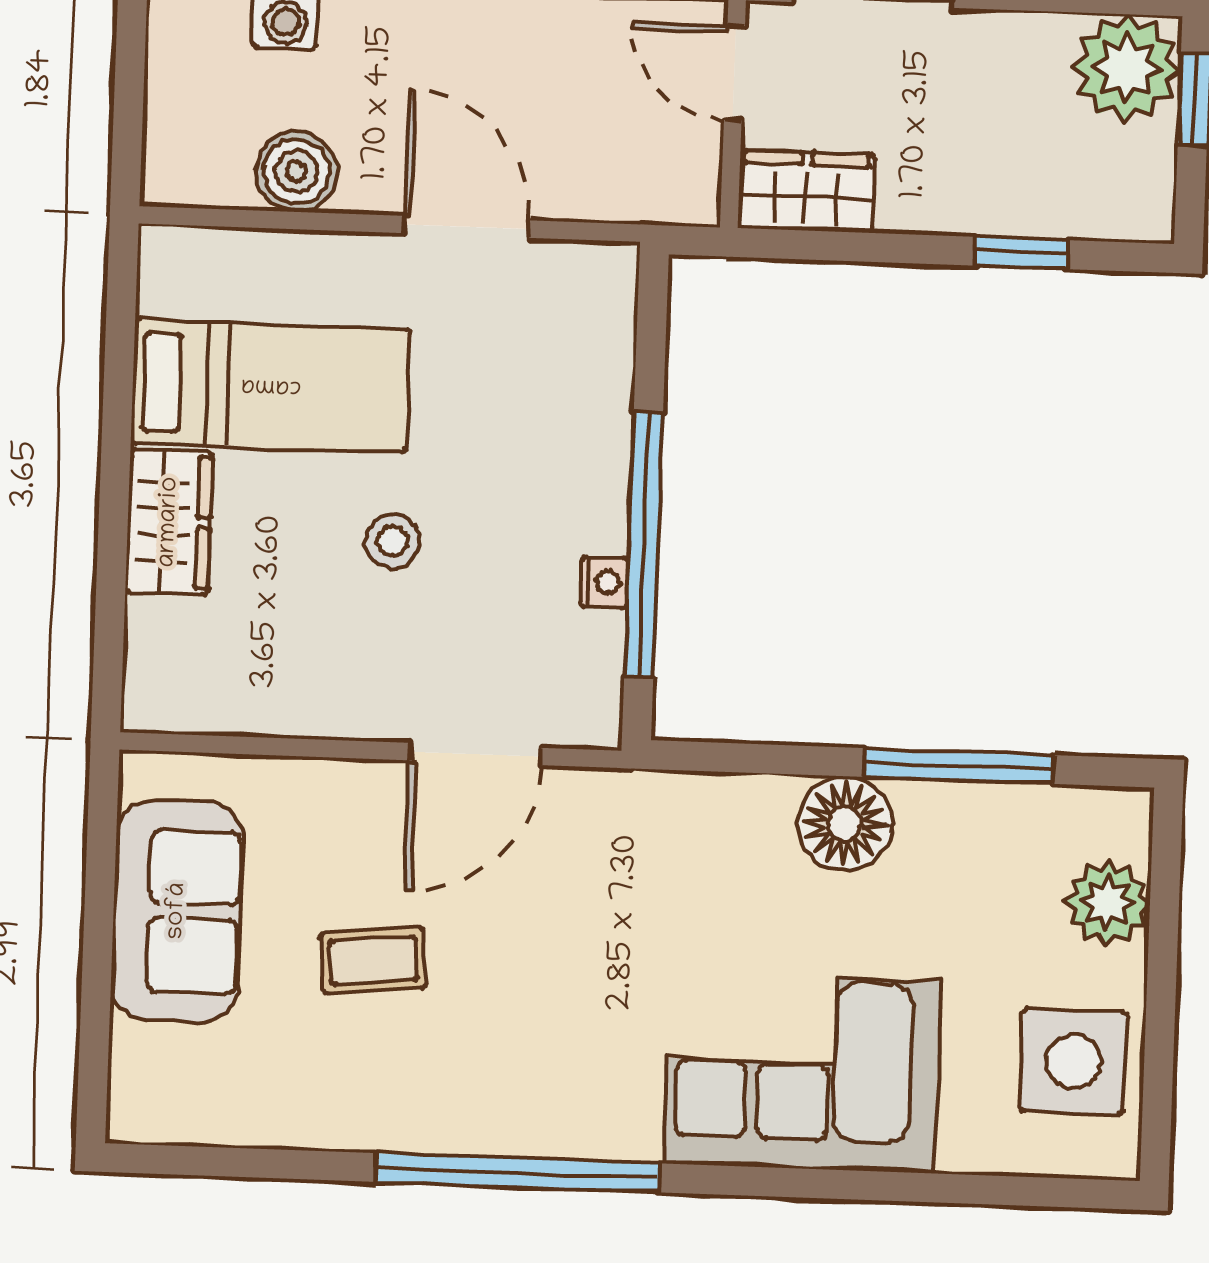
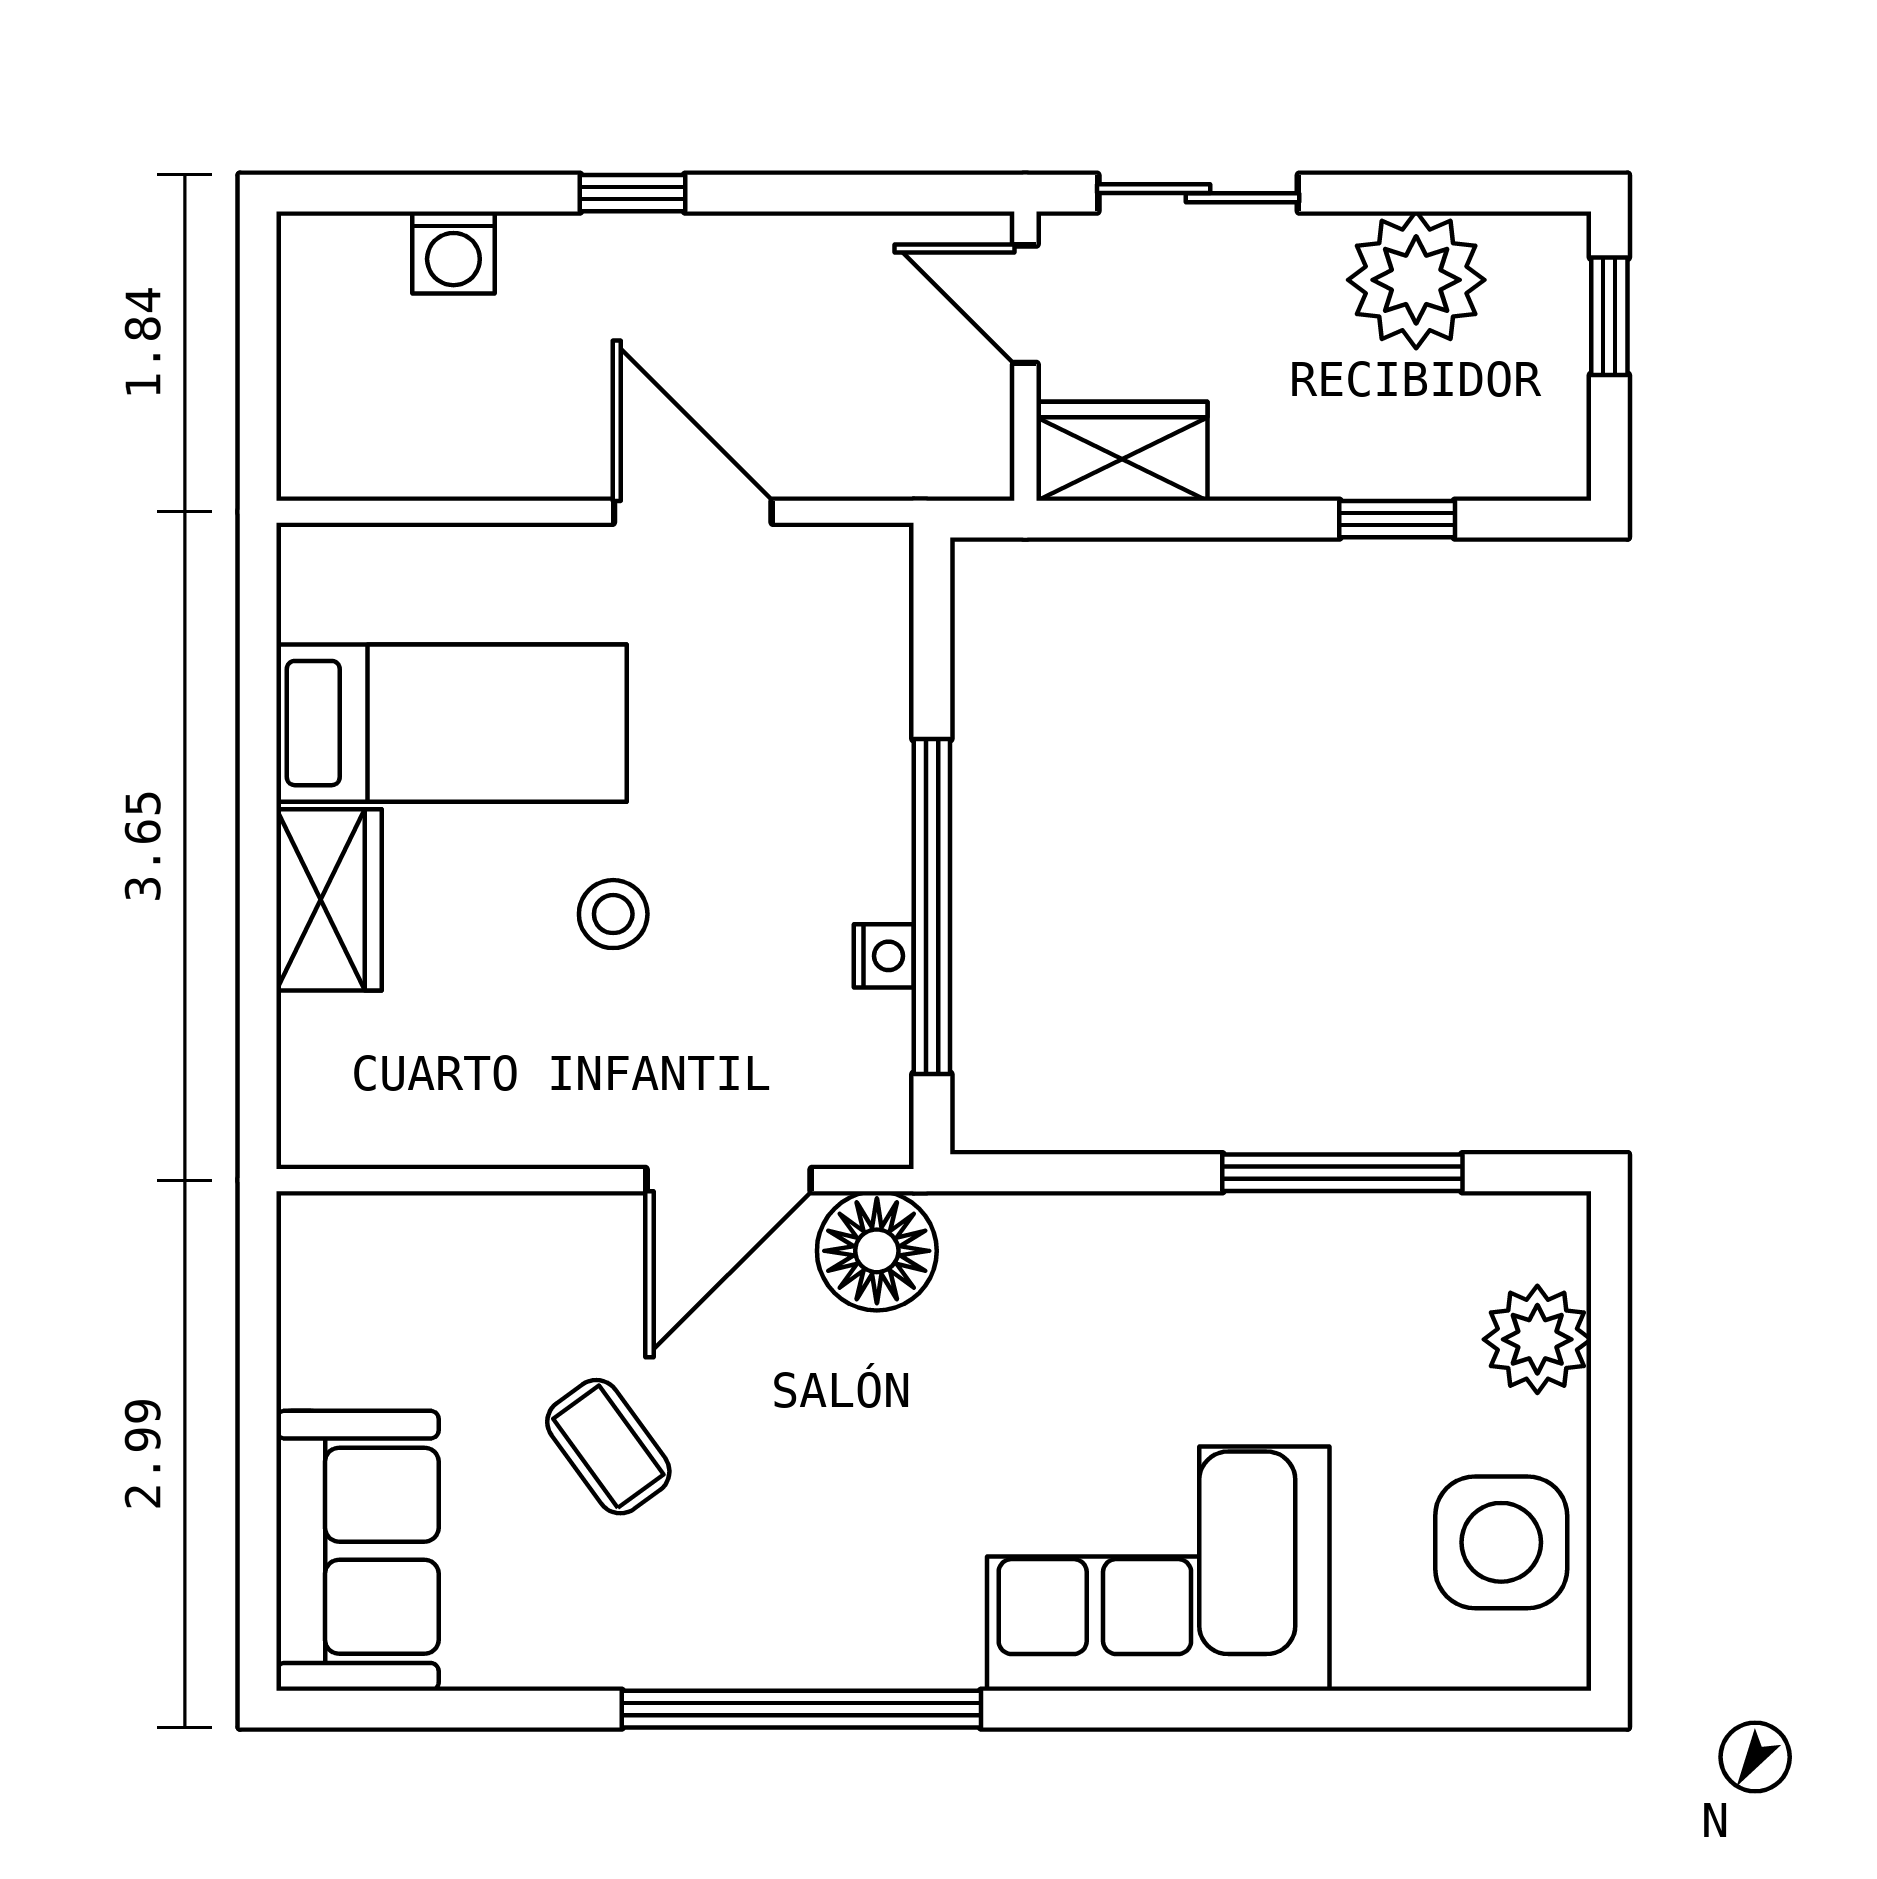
plant: (1127, 68) -> (1416, 280), moved
boiler: (296, 172) -> (474, 450), removed
floor lamp: (845, 823) -> (877, 1251), moved
sofa: (177, 911) -> (357, 1551), moved
coffee table: (373, 960) -> (608, 1447), turned 60

